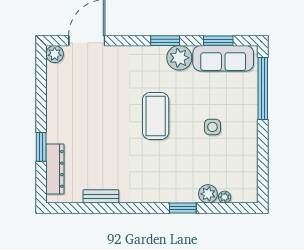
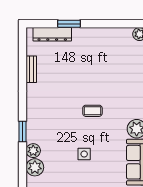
coffee table: (156, 116) -> (92, 111), width x0.54, depth x0.58
plant: (225, 197) -> (35, 167), width x1.88, depth x1.88

